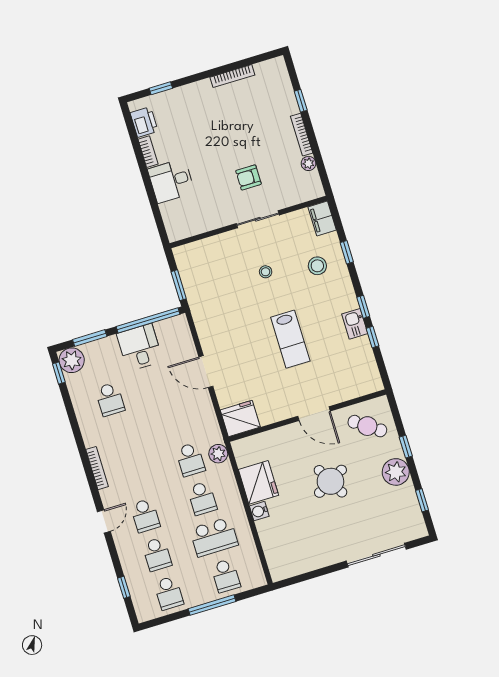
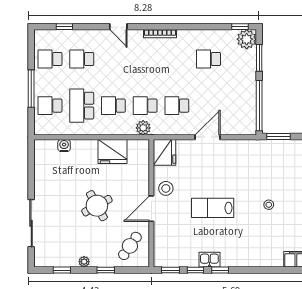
window: (347, 252) -> (170, 270), moved
stool: (317, 266) -> (166, 188), moved
desk: (140, 347) -> (241, 93), removed
plant: (396, 472) -> (84, 262), width x0.53, depth x0.53
water cooler: (259, 511) -> (64, 146), moved
school desk: (145, 516) -> (177, 106), moved

